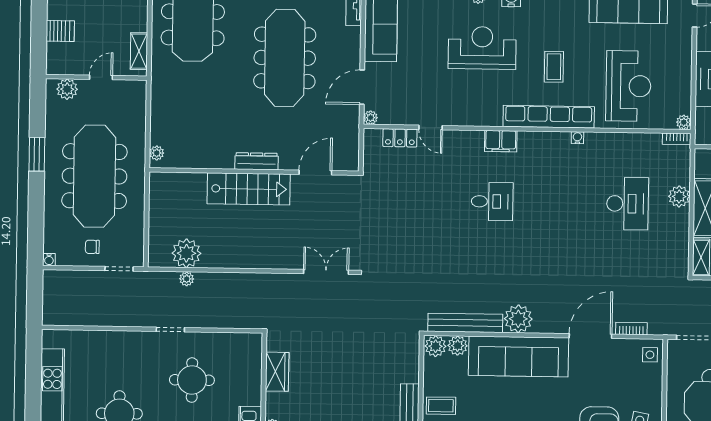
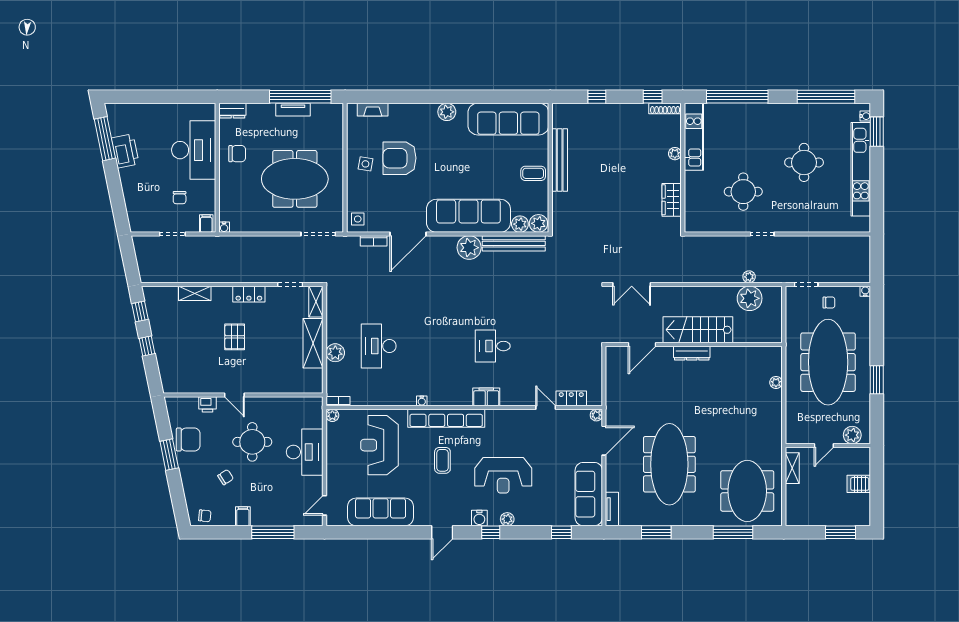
dresser: (256, 161) -> (692, 353), moved
wall: (254, 172) -> (694, 344), moved
door: (315, 172) -> (642, 344), moved
stairs: (249, 189) -> (698, 330), moved

